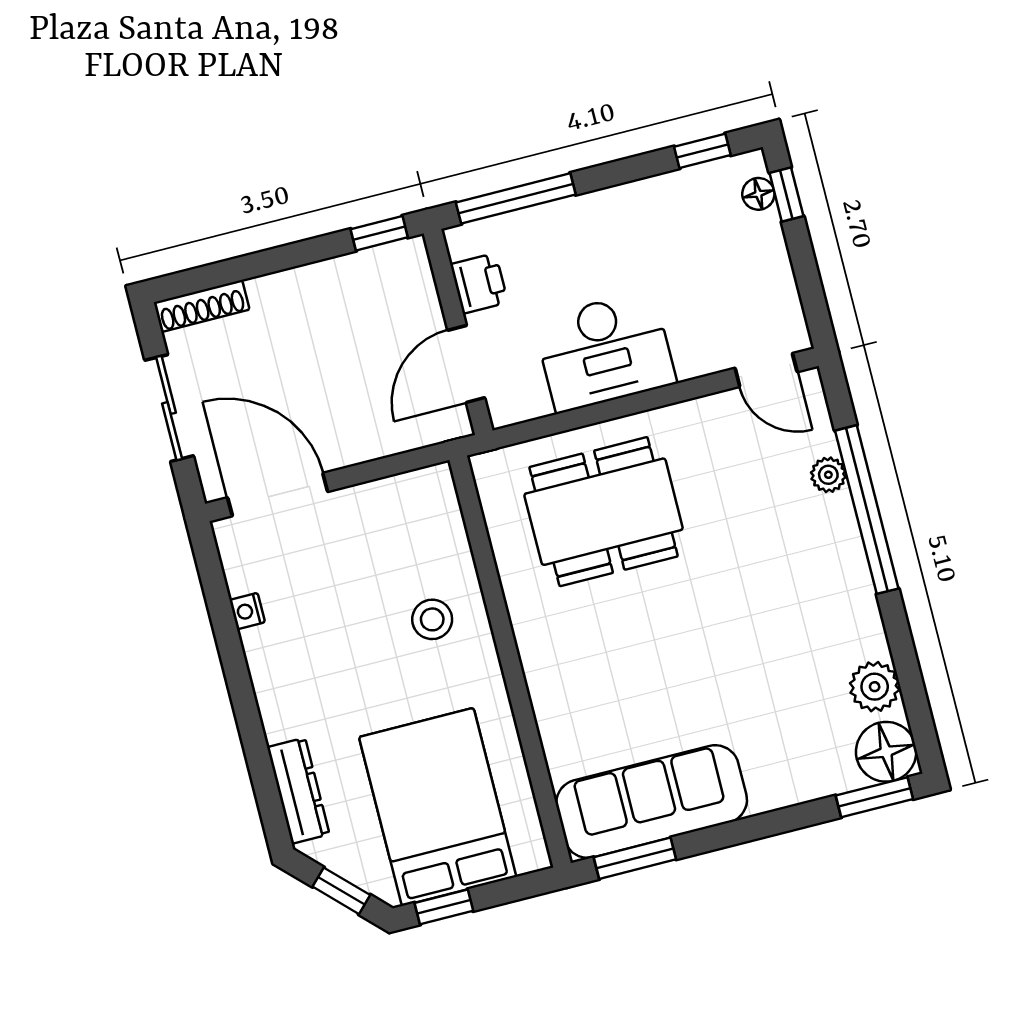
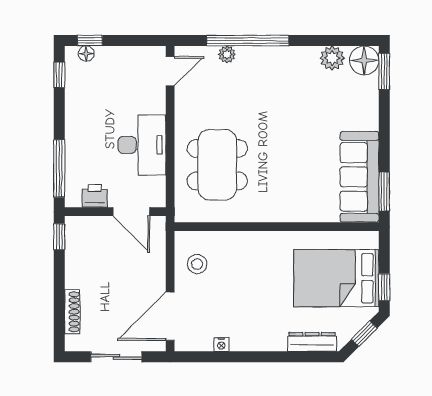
shoe rack: (202, 306) -> (72, 312), moved
stool: (432, 619) -> (197, 264), moved

